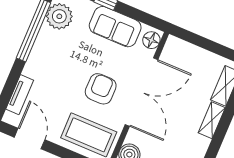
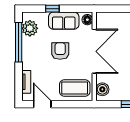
armchair: (101, 89) -> (60, 51), moved

